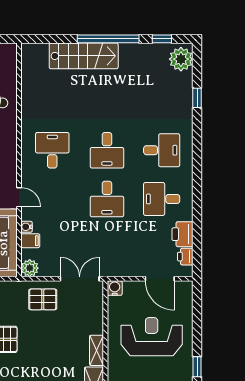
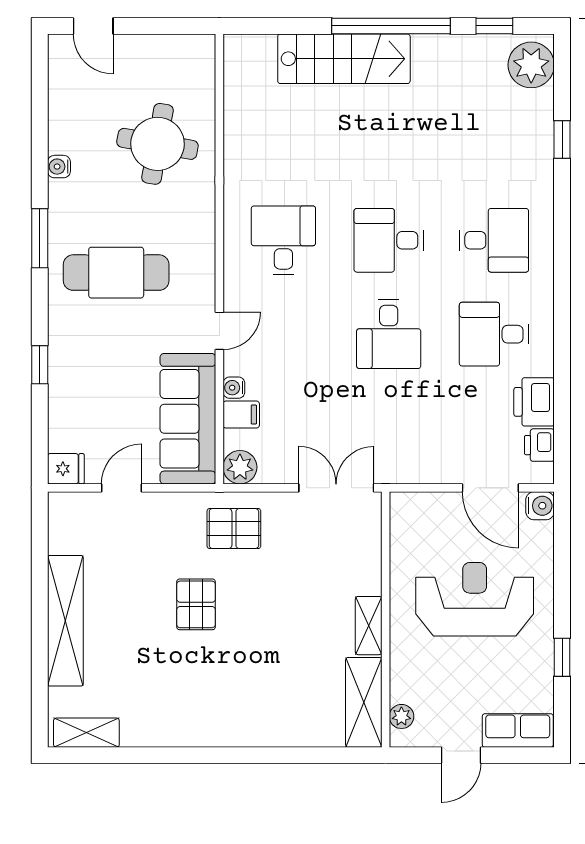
desk: (107, 150) -> (389, 240), turned 90
door: (19, 197) -> (219, 331), hinge flipped
water cooler: (115, 288) -> (540, 506), moved, turned 90
pallet: (43, 299) -> (234, 529), moved

